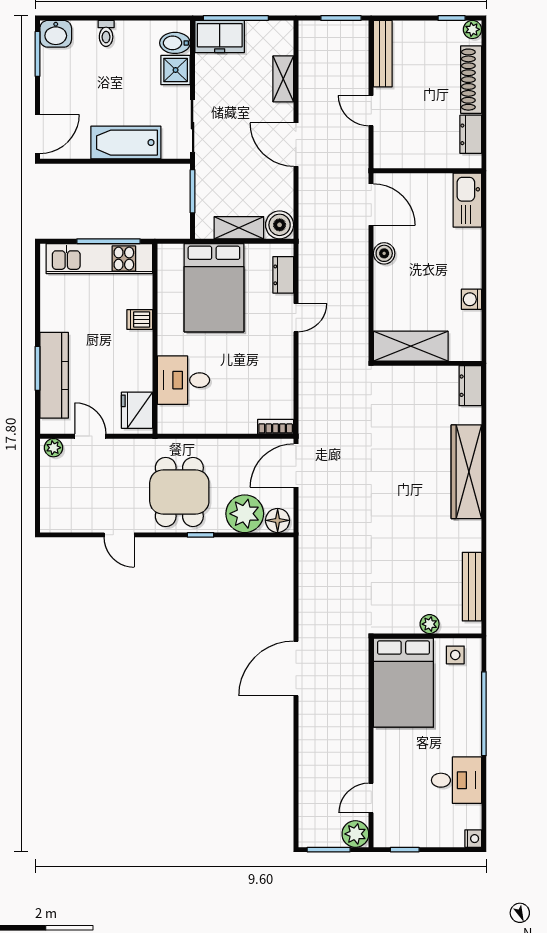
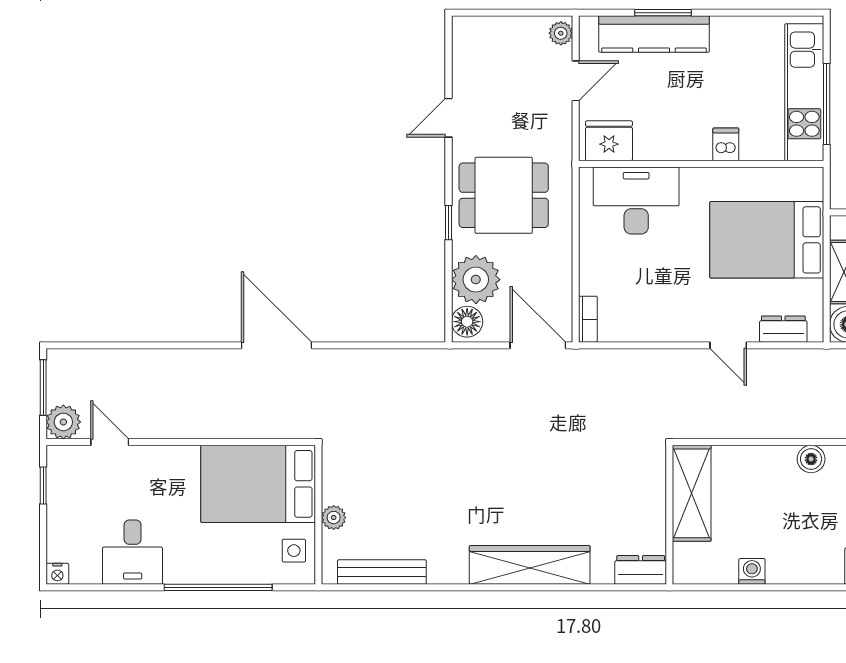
desk: (183, 380) -> (636, 201), width x1.37

